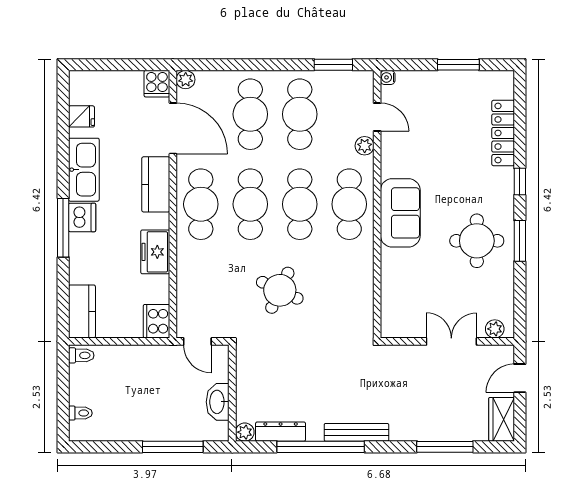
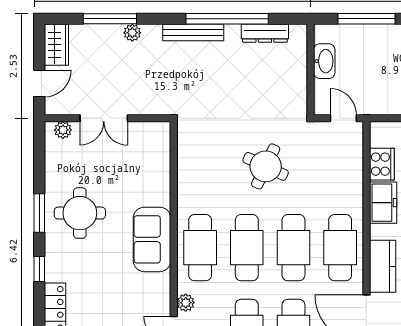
cooker: (157, 321) -> (382, 164), moved
plant: (245, 432) -> (132, 33), moved

